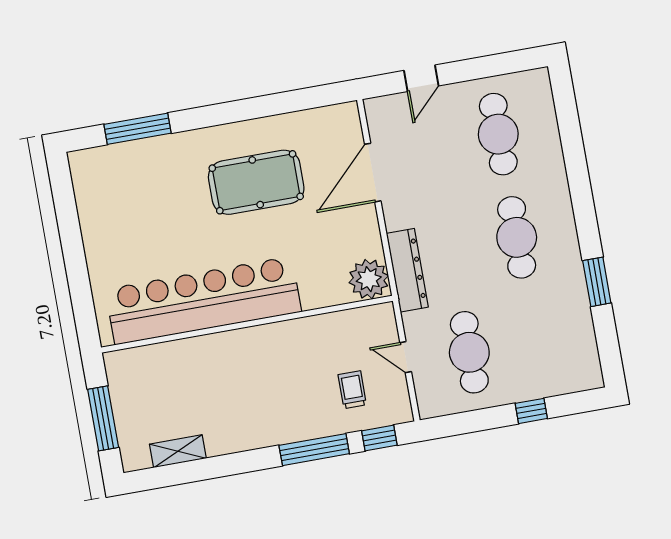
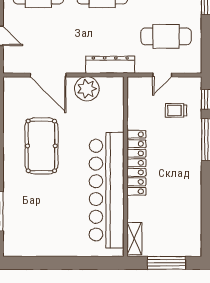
plant: (369, 279) -> (87, 89), moved
locker: (256, 341) -> (136, 163), added
shelving: (178, 451) -> (134, 239), moved

